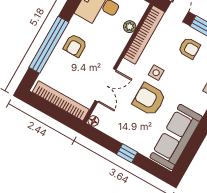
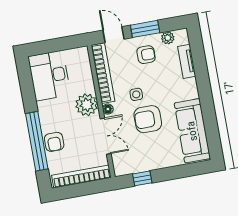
plant: (130, 27) -> (87, 105), moved, width x1.88, depth x1.88
armchair: (75, 46) -> (54, 142), moved
floor lamp: (93, 121) -> (108, 109), moved
window: (127, 153) -> (142, 178), moved

